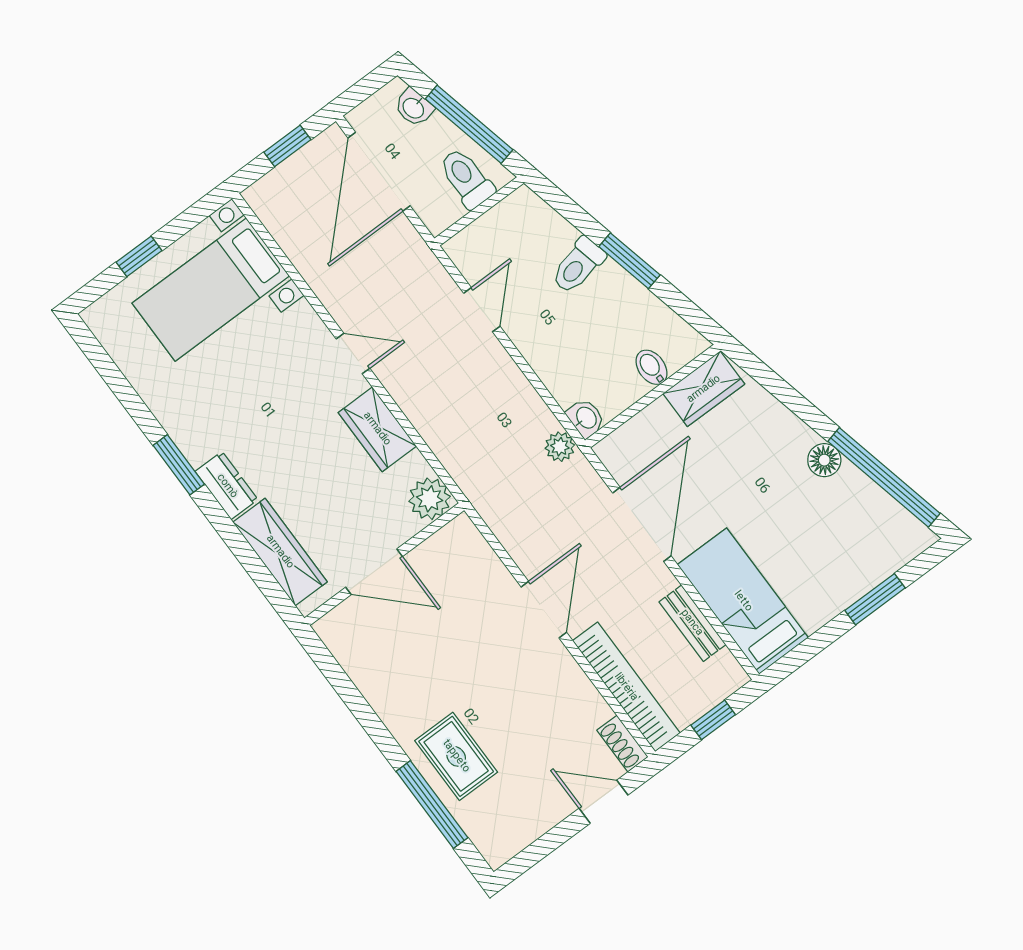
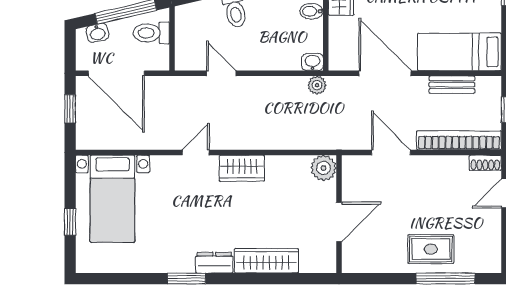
plant: (430, 499) -> (324, 168), moved
wall: (384, 564) -> (339, 214), moved
door: (374, 572) -> (339, 222), moved

